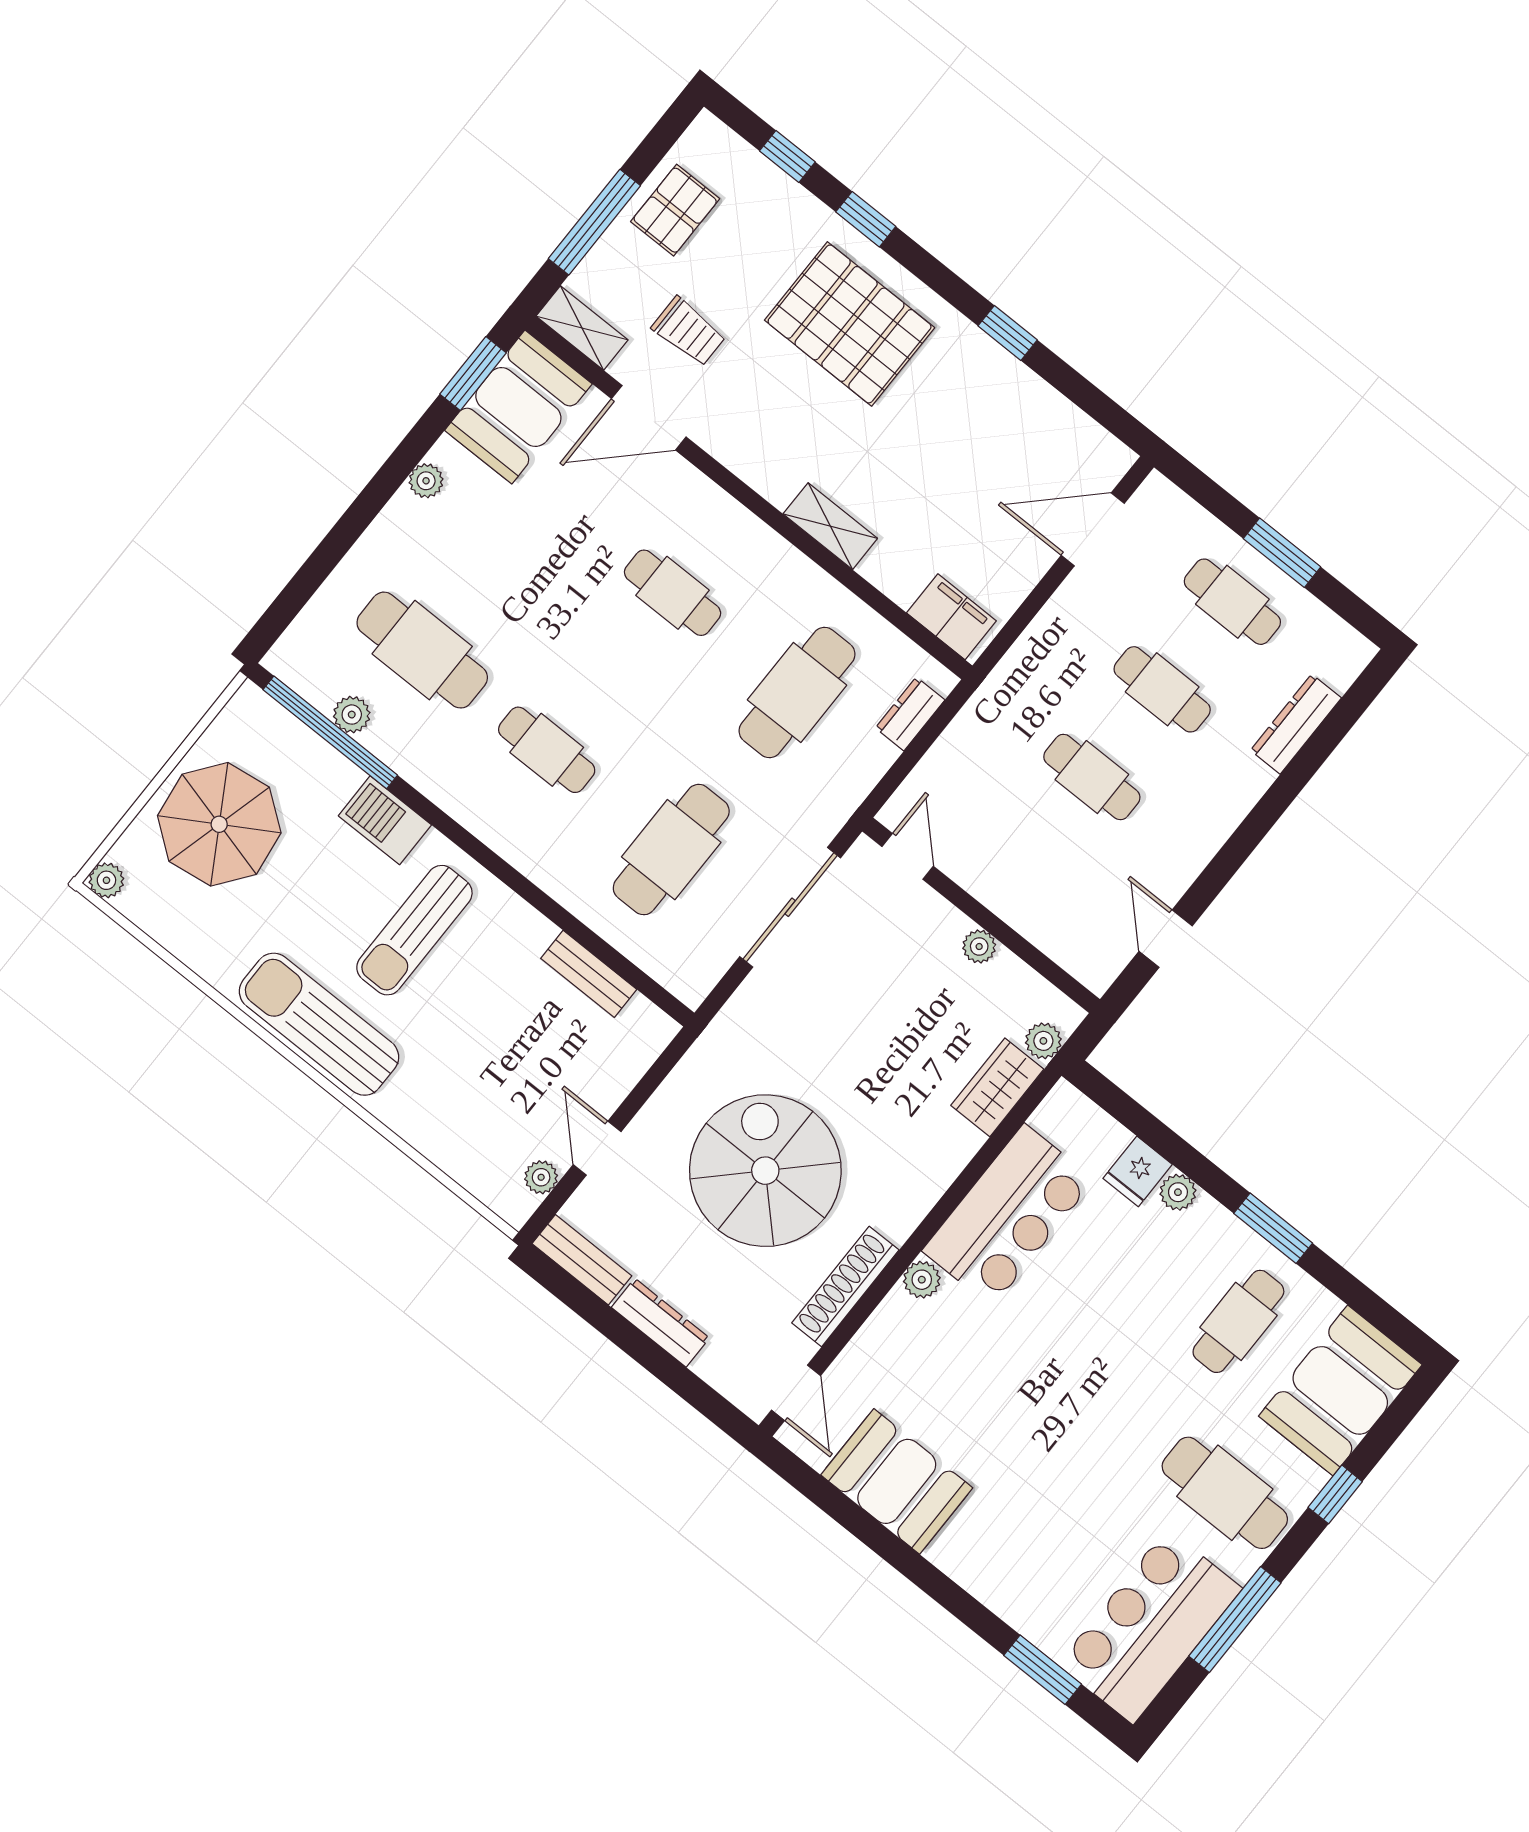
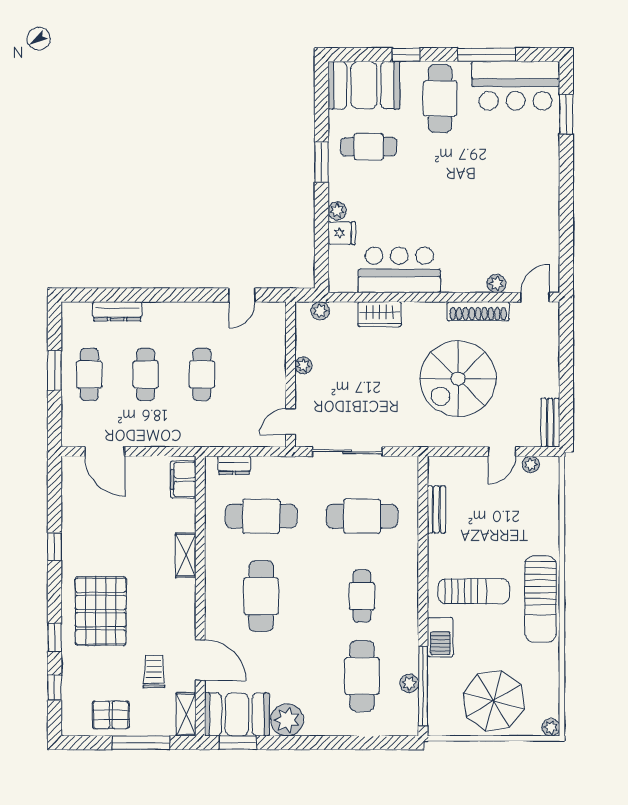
plant: (426, 481) -> (287, 720), width x1.88, depth x1.88
cafe table: (673, 593) -> (261, 596), width x1.37, depth x1.35
wardrobe: (997, 1087) -> (380, 314), moved
plant: (922, 1280) -> (496, 284), moved
dresser: (660, 1323) -> (550, 372), removed
booth: (897, 1481) -> (538, 230), removed

